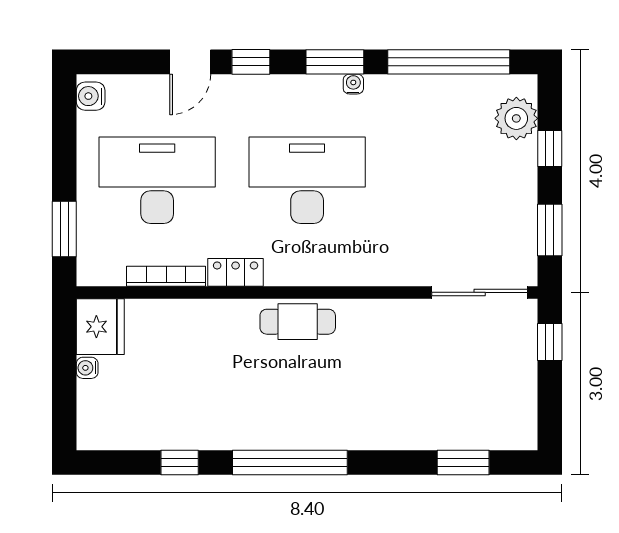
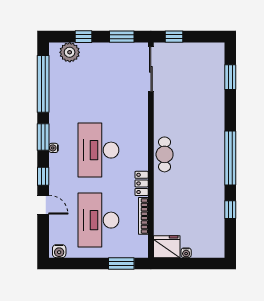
water cooler: (353, 84) -> (54, 148), moved

